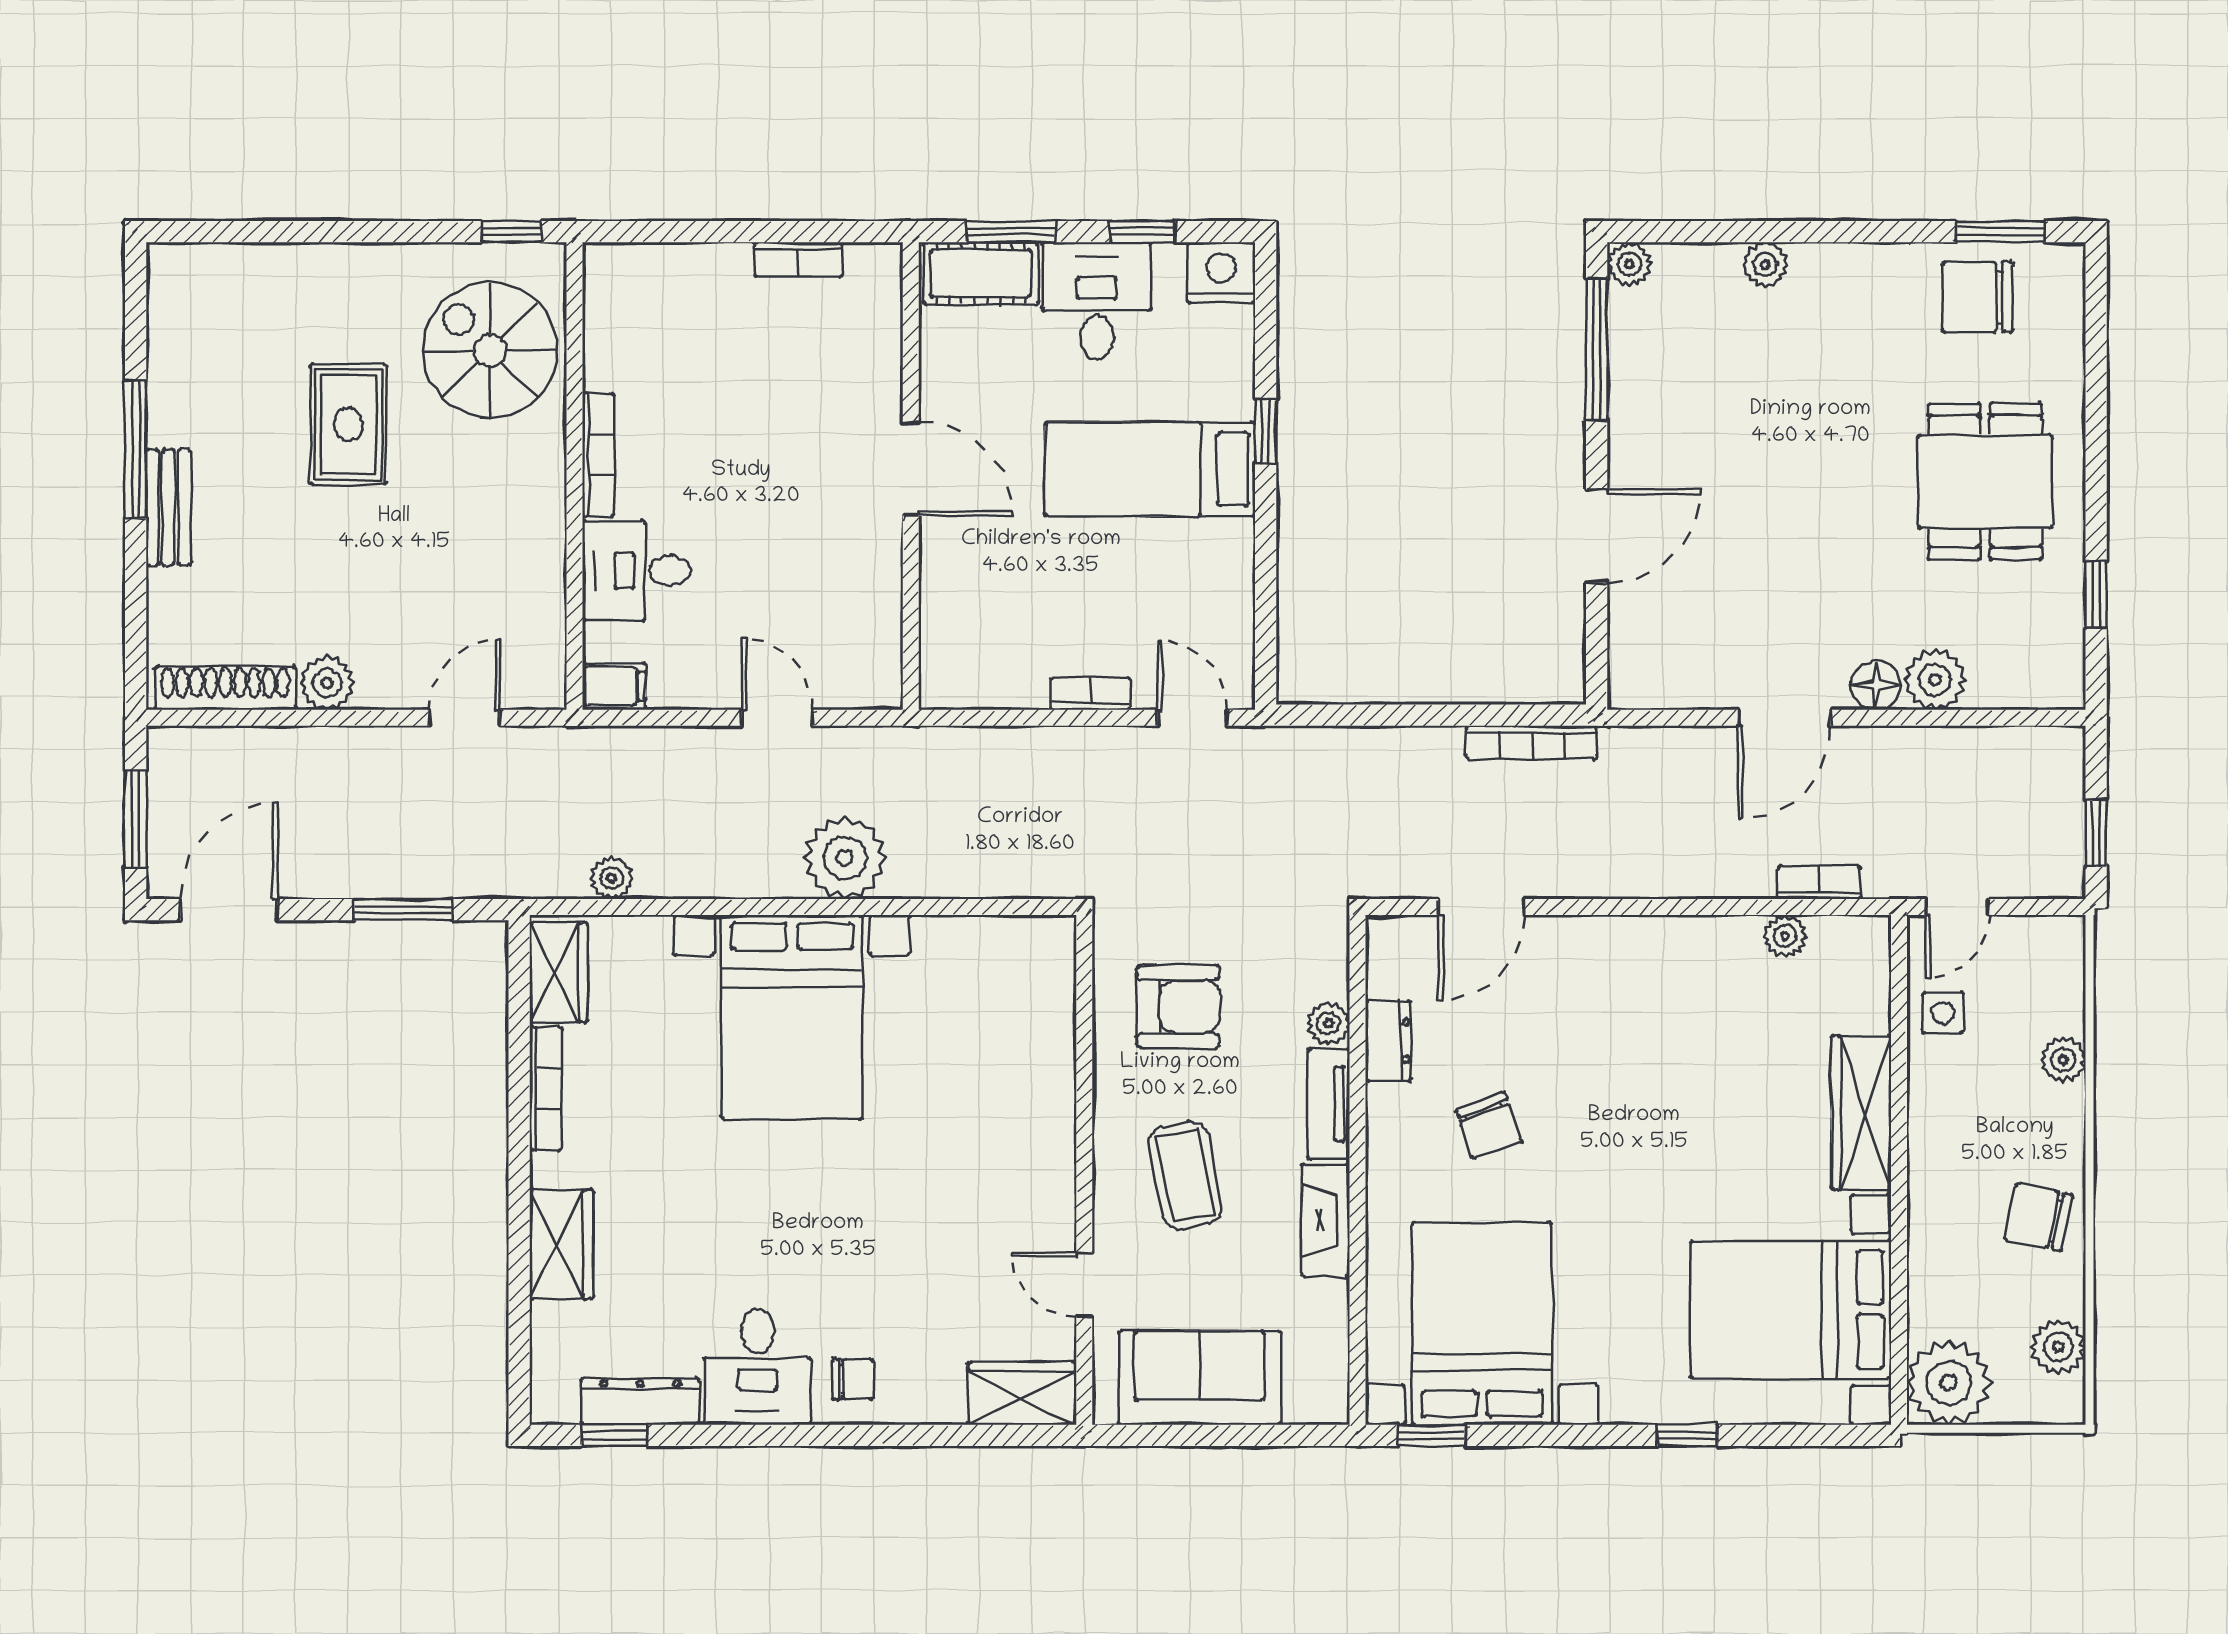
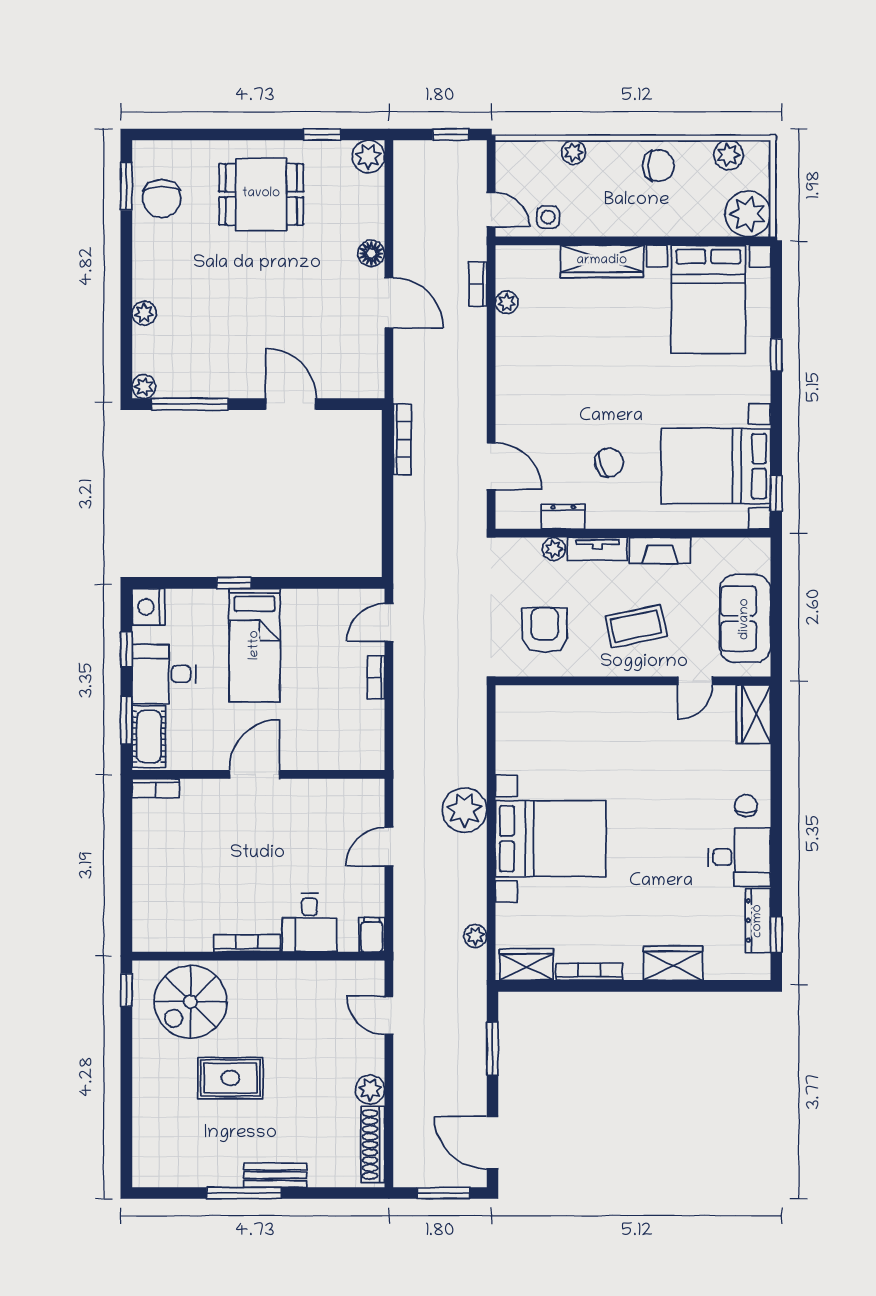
bookcase: (798, 260) -> (156, 788), moved, turned 90
plant: (1935, 680) -> (368, 156), moved
chair: (2039, 1217) -> (658, 166), turned -102

